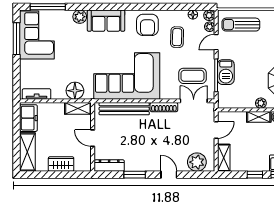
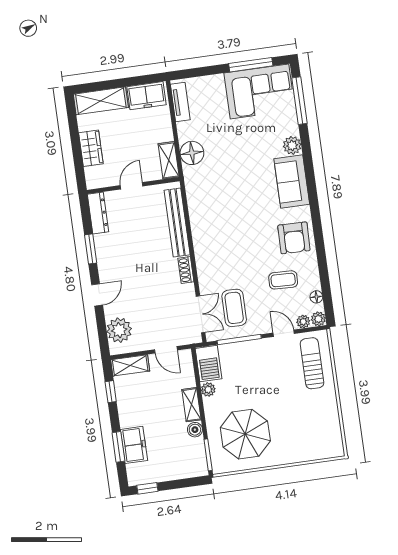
armchair: (147, 25) -> (294, 238), turned -89
barbecue: (226, 72) -> (209, 364), moved, turned -90
corner sofa: (127, 76) -> (221, 220), removed
plant: (261, 103) -> (208, 389), moved
shoe rack: (164, 107) -> (186, 270), width x0.70
window: (255, 175) -> (111, 392), moved

